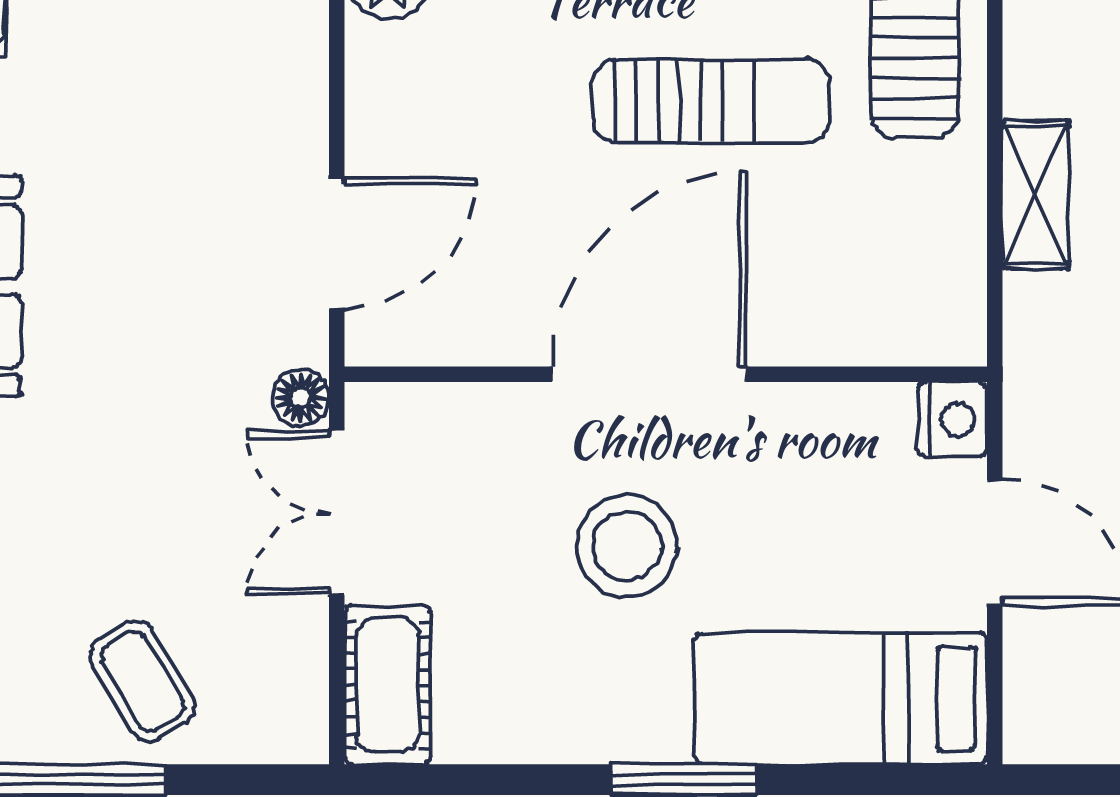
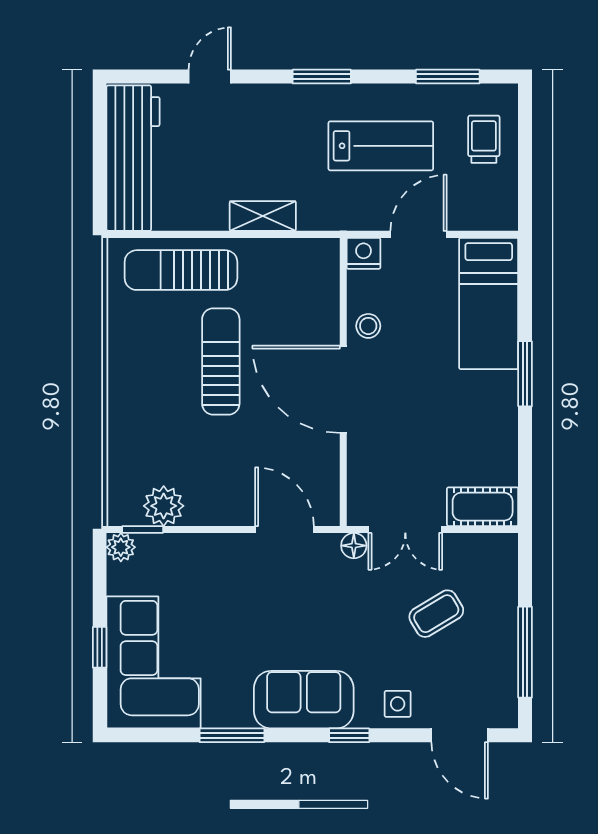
stool: (627, 546) -> (368, 326), moved, width x0.53, depth x0.53
coffee table: (142, 681) -> (436, 614), moved

